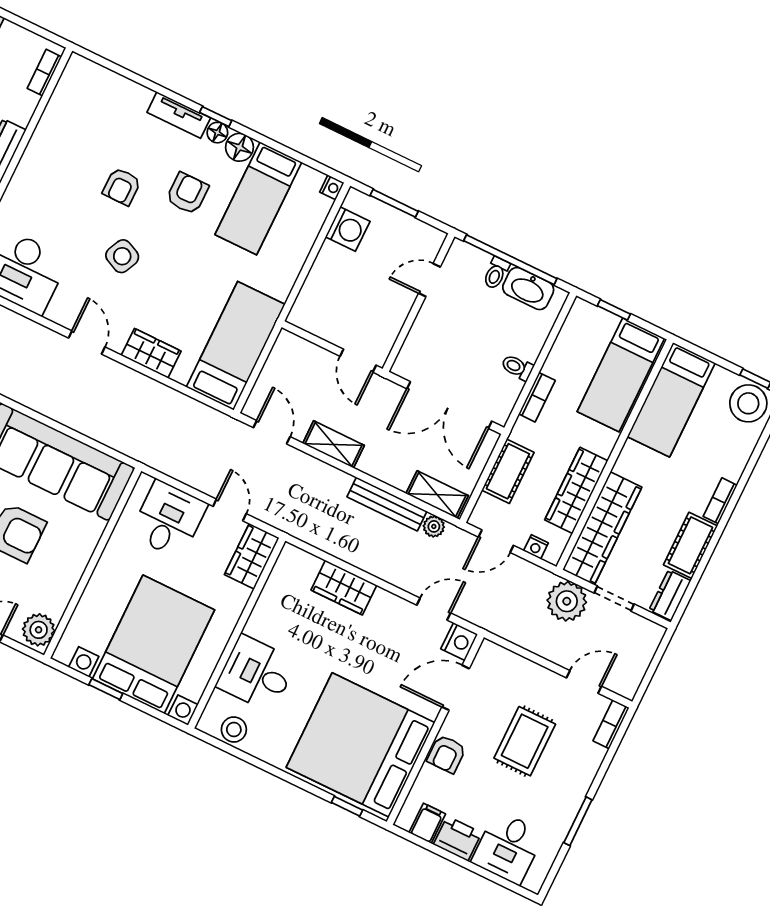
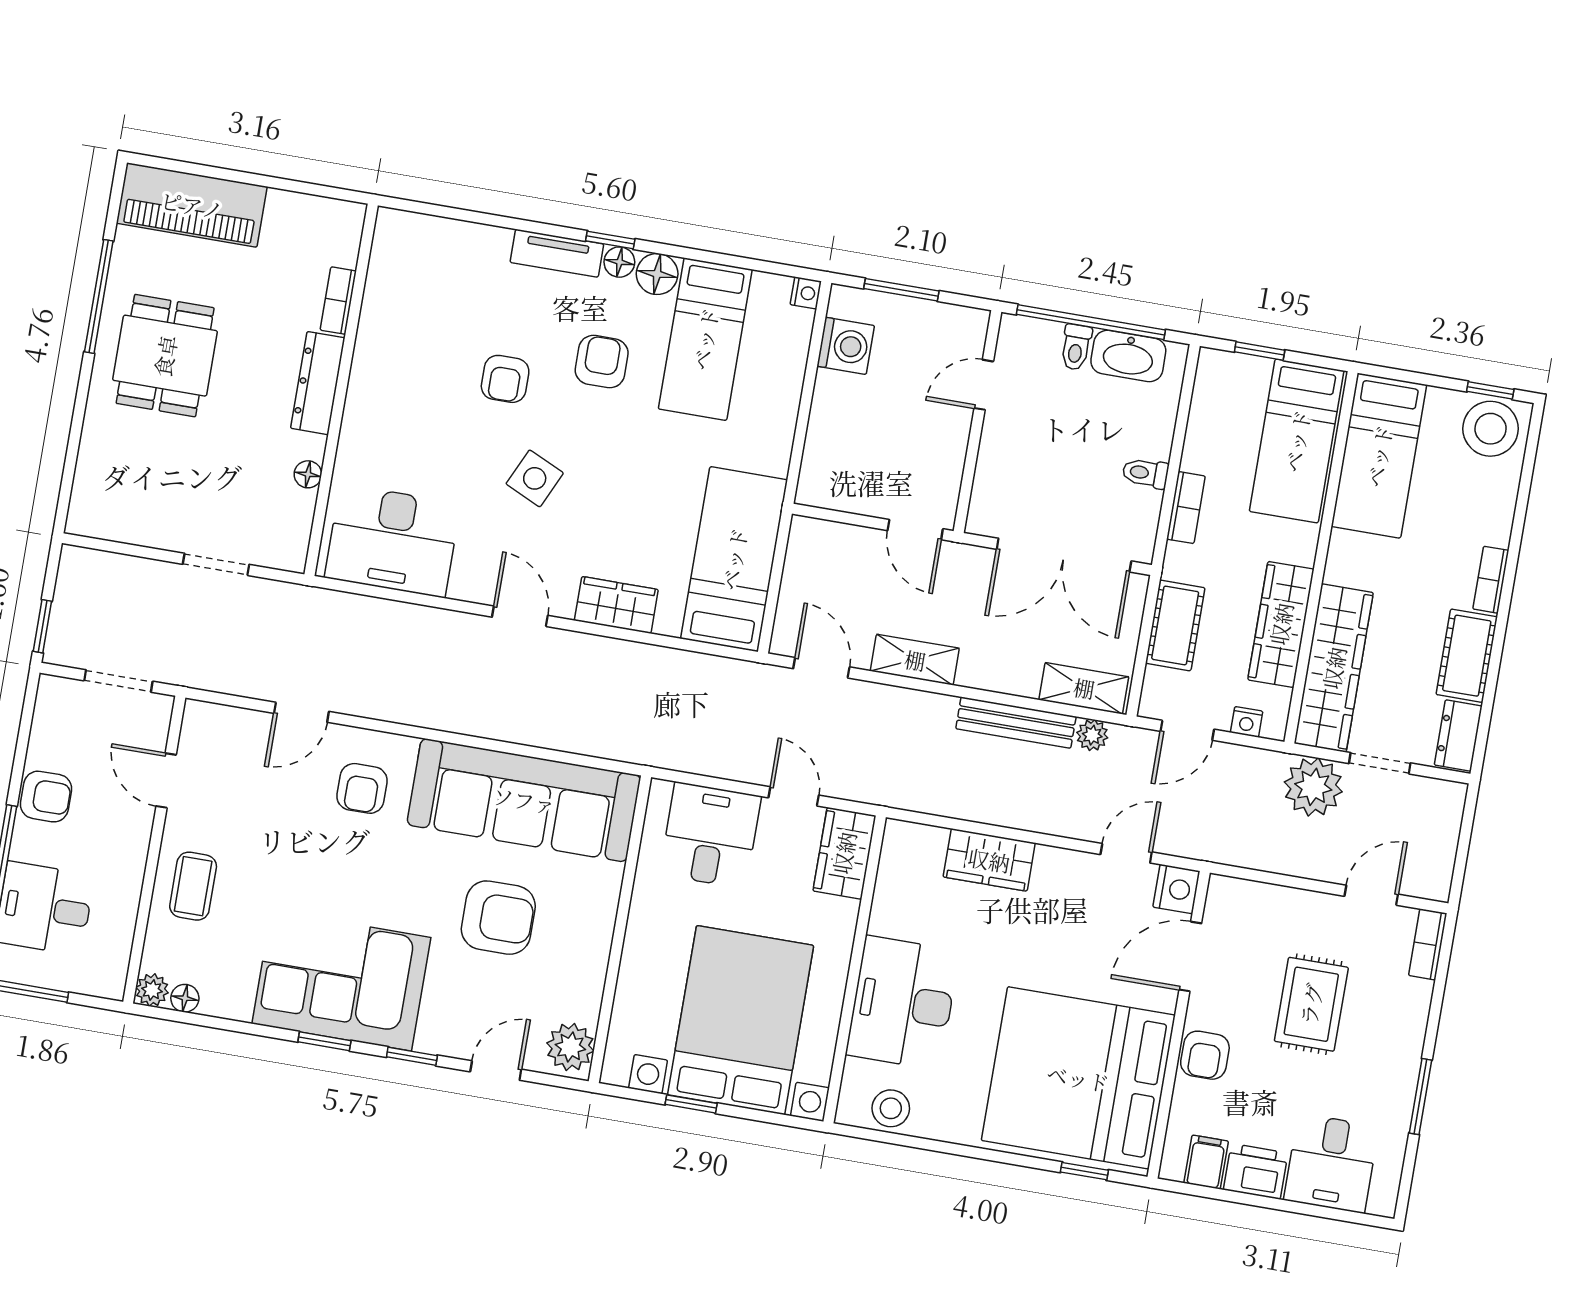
bookcase: (44, 73) -> (338, 301), moved
desk: (256, 674) -> (903, 1003), width x1.37

